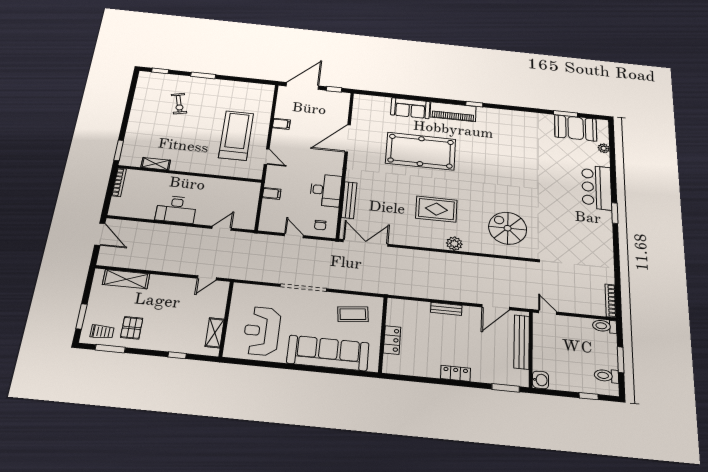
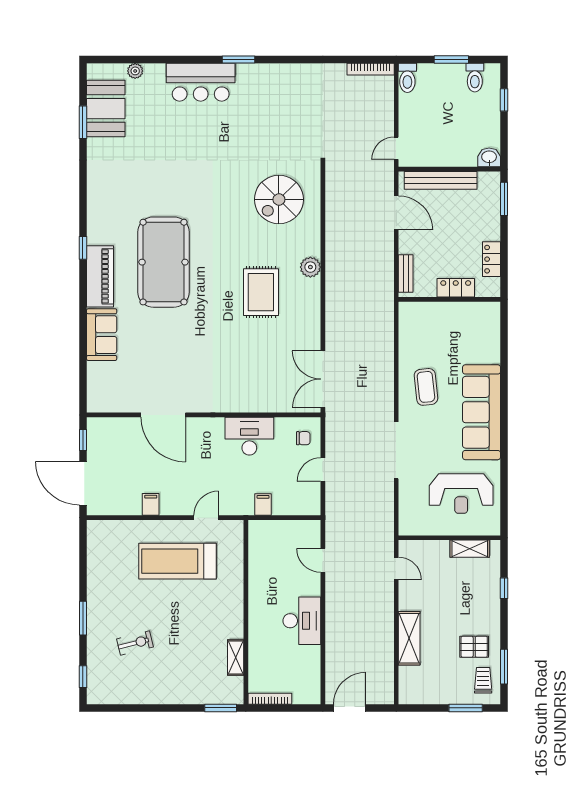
pool table: (421, 151) -> (164, 262), moved
bench: (349, 200) -> (261, 405), removed
shelving: (126, 279) -> (409, 638), moved
wall: (383, 334) -> (449, 299), moved
locker: (392, 340) -> (456, 288), moved

